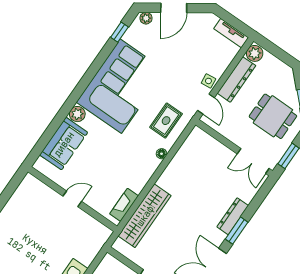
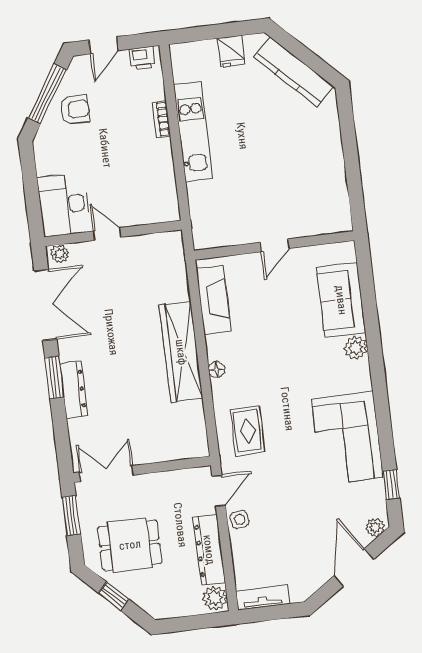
corner sofa: (121, 86) -> (347, 438), width x0.73, depth x0.74
door: (206, 104) -> (219, 491), swing flipped
floor lamp: (162, 154) -> (216, 370), moved
fireplace: (124, 205) -> (214, 300), width x1.37, depth x1.32
wardrobe: (145, 216) -> (181, 352), moved

